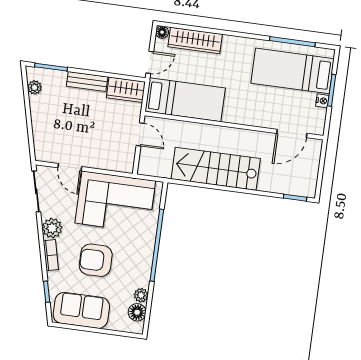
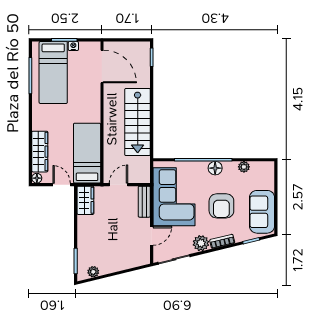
bench: (87, 82) -> (144, 202), moved
door: (292, 133) -> (102, 67), width x1.36
floor lamp: (137, 312) -> (215, 168), moved

